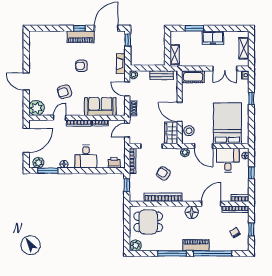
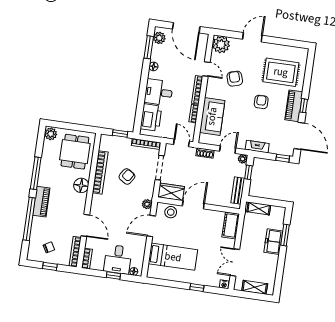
freezer: (213, 38) -> (273, 242), moved
rug: (53, 52) -> (281, 72), added
window: (144, 68) -> (248, 172), added
bed: (227, 123) -> (173, 257), width x0.67
desk: (228, 160) -> (118, 259), moved, turned 90
printer: (114, 163) -> (151, 117), width x1.87, depth x1.48
floor lamp: (192, 212) -> (81, 185), moved

